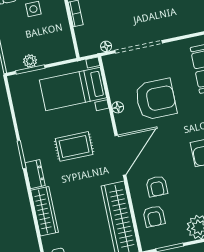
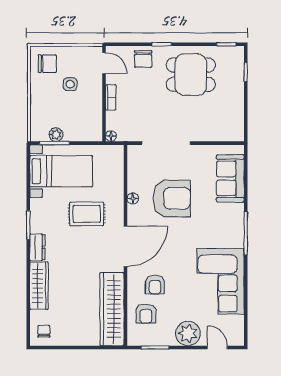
floor lamp: (106, 46) -> (111, 136), moved
bed with nightstands: (73, 89) -> (61, 171), moved, turned 180
rug: (74, 146) -> (87, 214), moved

